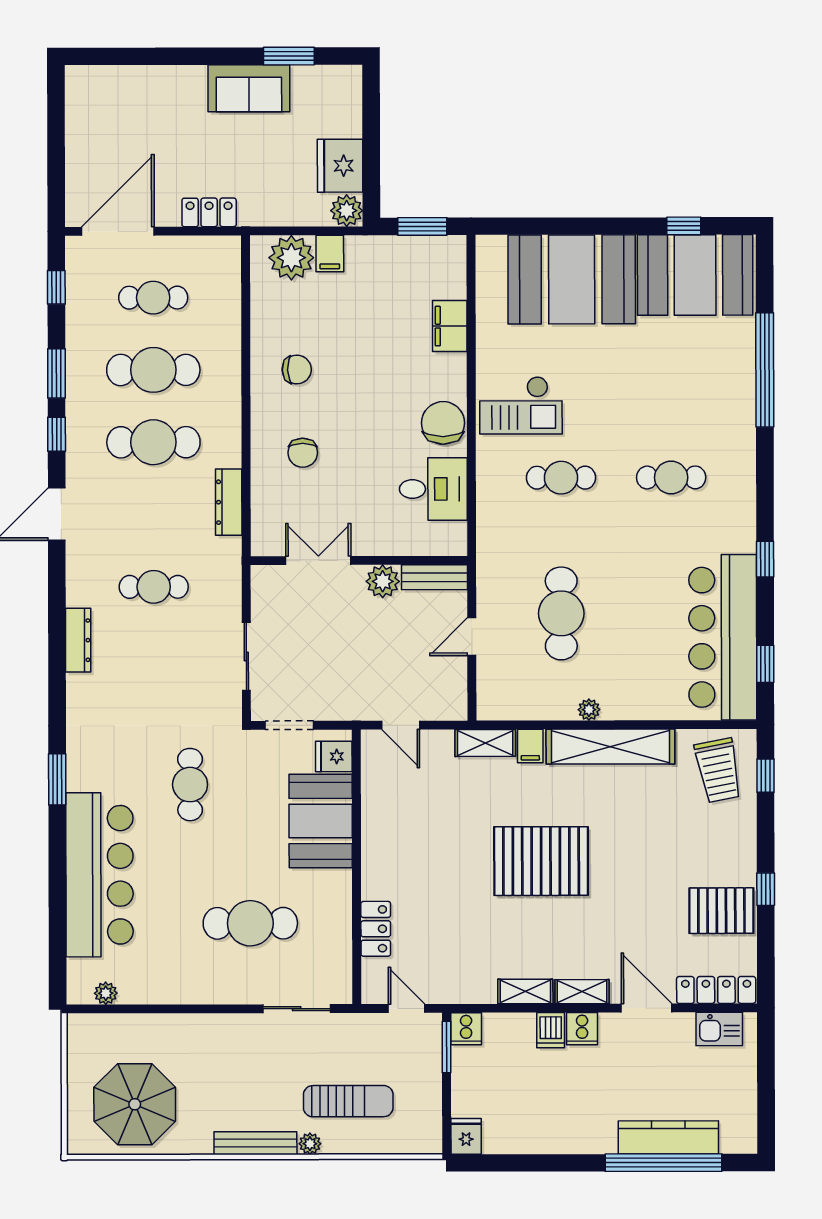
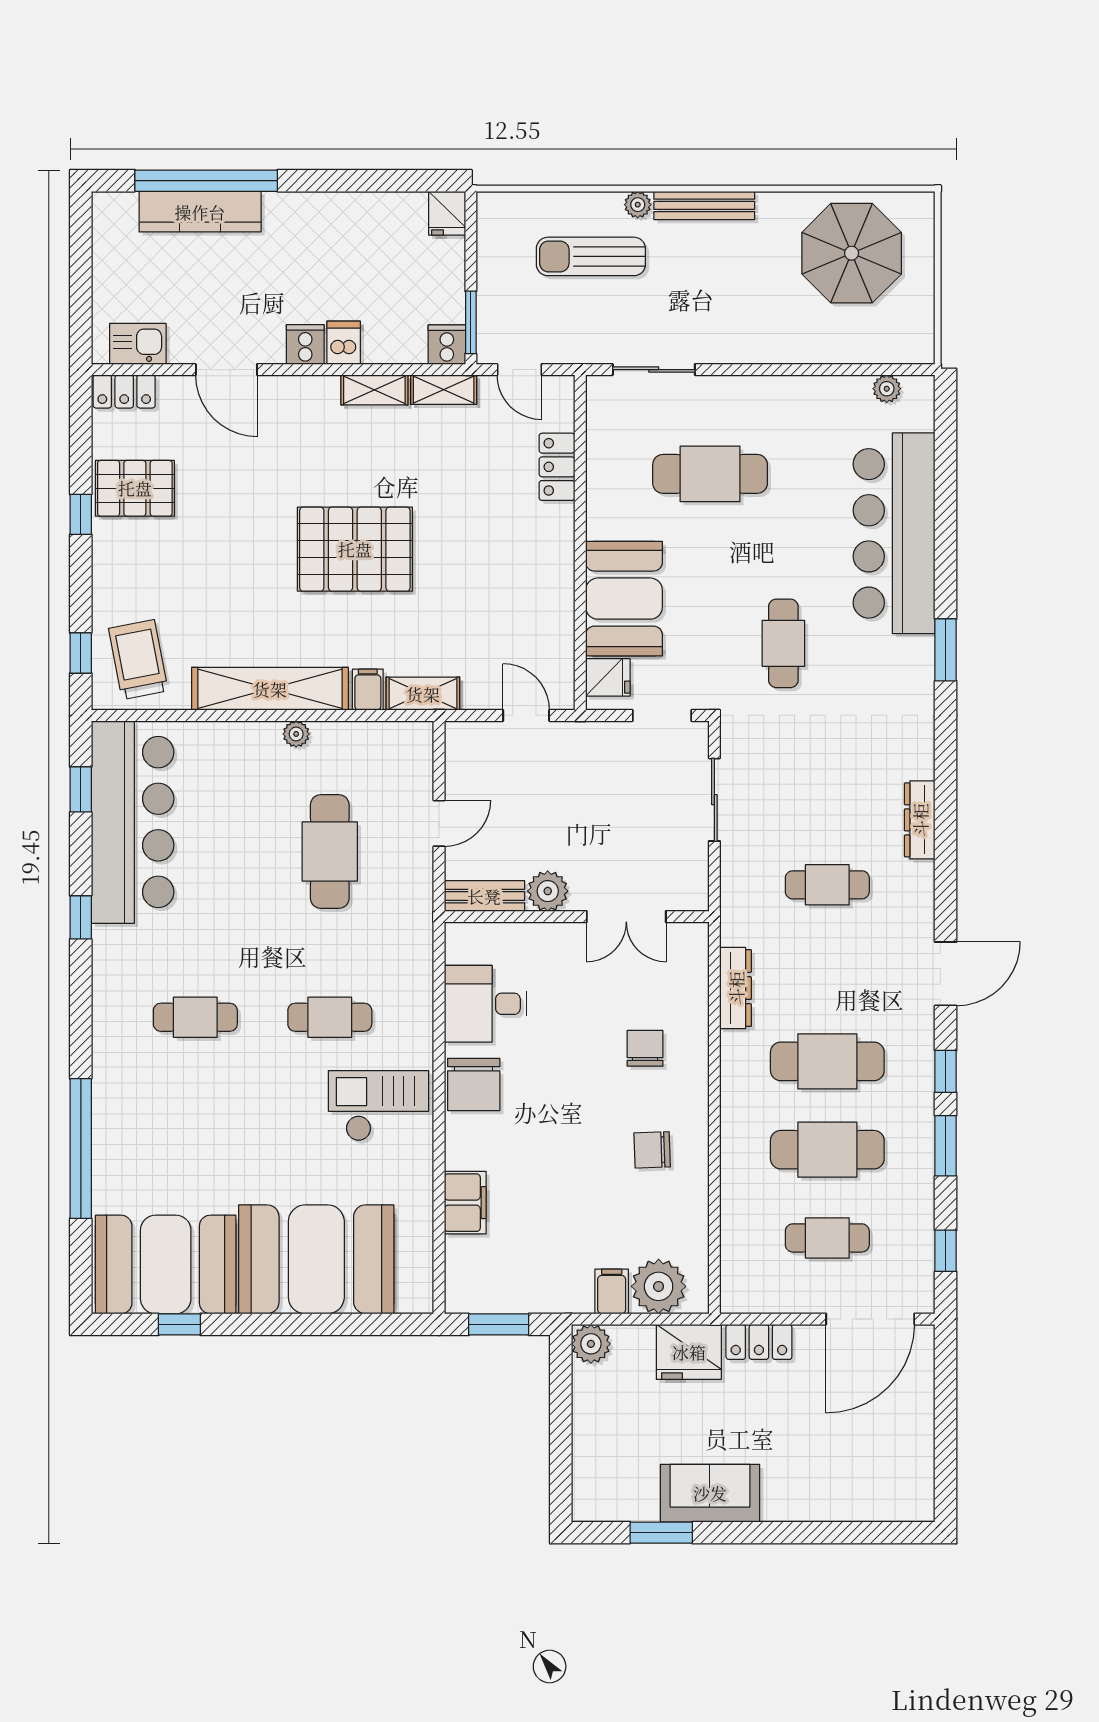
fridge: (340, 166) -> (689, 1352), moved, turned 90
locker: (716, 990) -> (124, 391), width x0.66
shelving: (582, 992) -> (444, 390), moved

